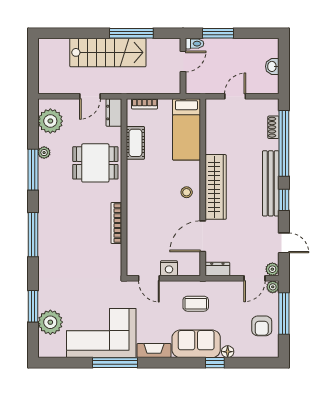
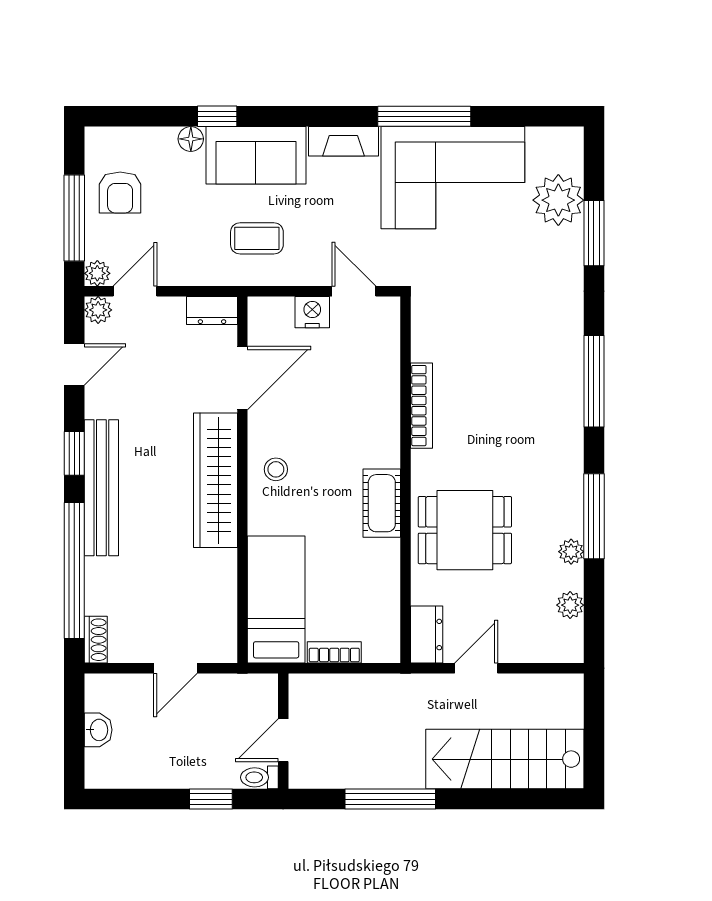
window: (218, 33) -> (211, 799), width x0.67
stairs: (108, 52) -> (505, 759), moved
bookcase: (145, 104) -> (334, 652), moved
plant: (50, 121) -> (570, 605), width x0.53, depth x0.53
shoe rack: (273, 127) -> (96, 640), moved
cot: (135, 143) -> (382, 503), moved
door: (284, 243) -> (74, 364), swing flipped
armchair: (262, 326) -> (120, 192), turned 180

